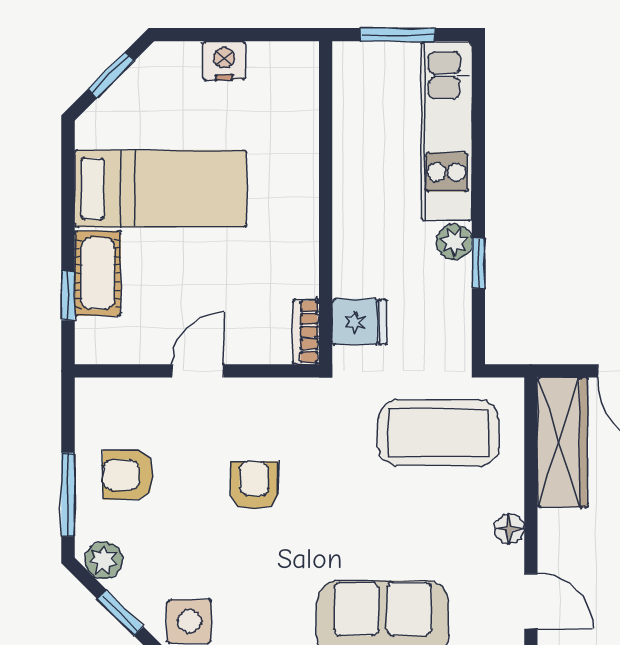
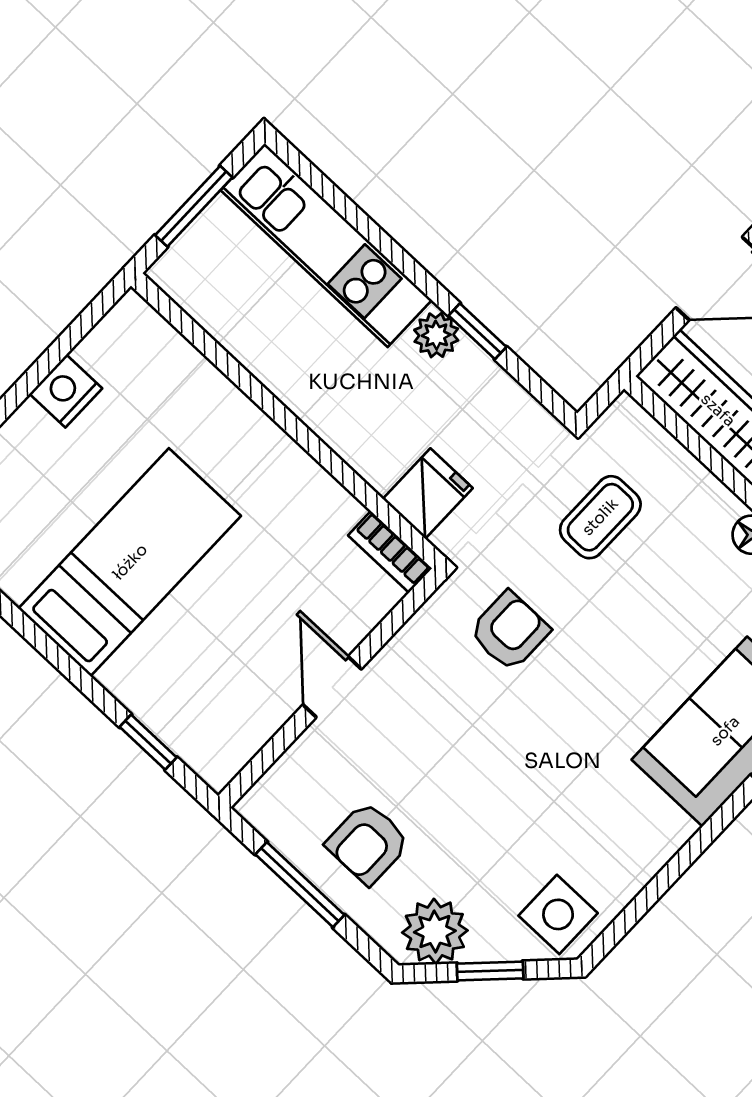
cot: (98, 273) -> (153, 695), removed
coffee table: (438, 433) -> (600, 517), width x0.54, depth x0.58
armchair: (254, 485) -> (510, 631), moved, turned 90
window: (68, 494) -> (300, 885), moved
plant: (104, 560) -> (435, 931), width x1.38, depth x1.38

